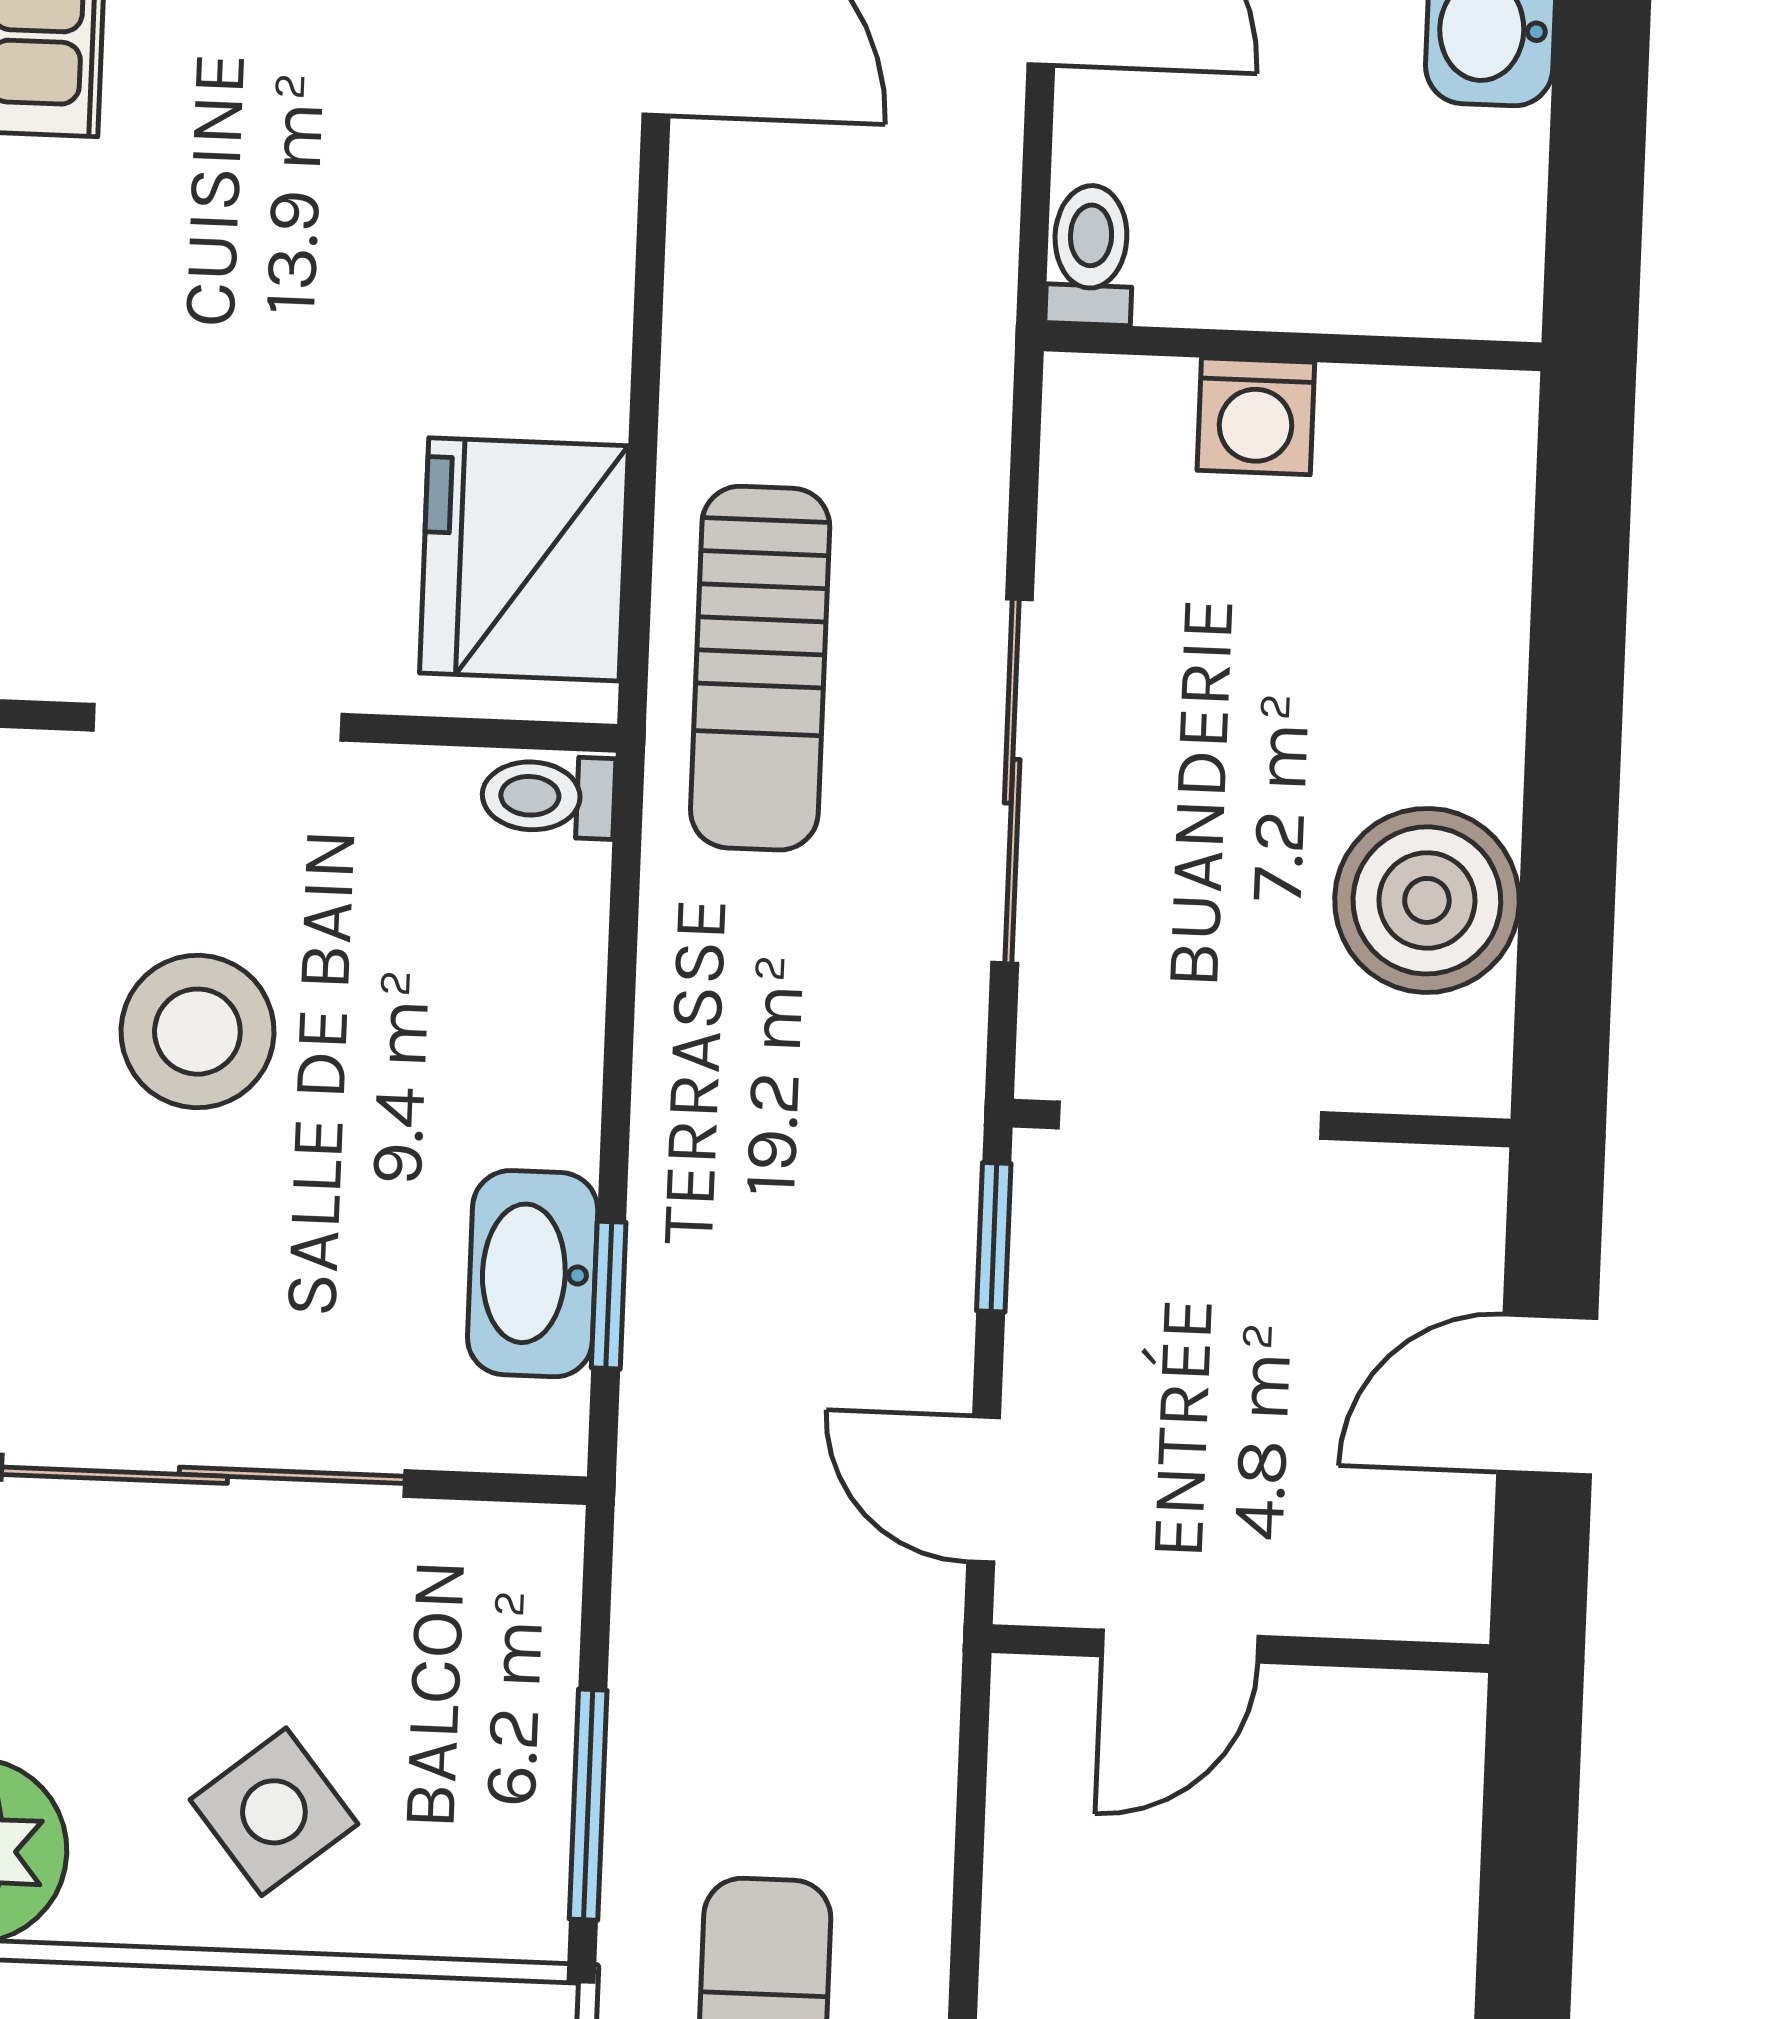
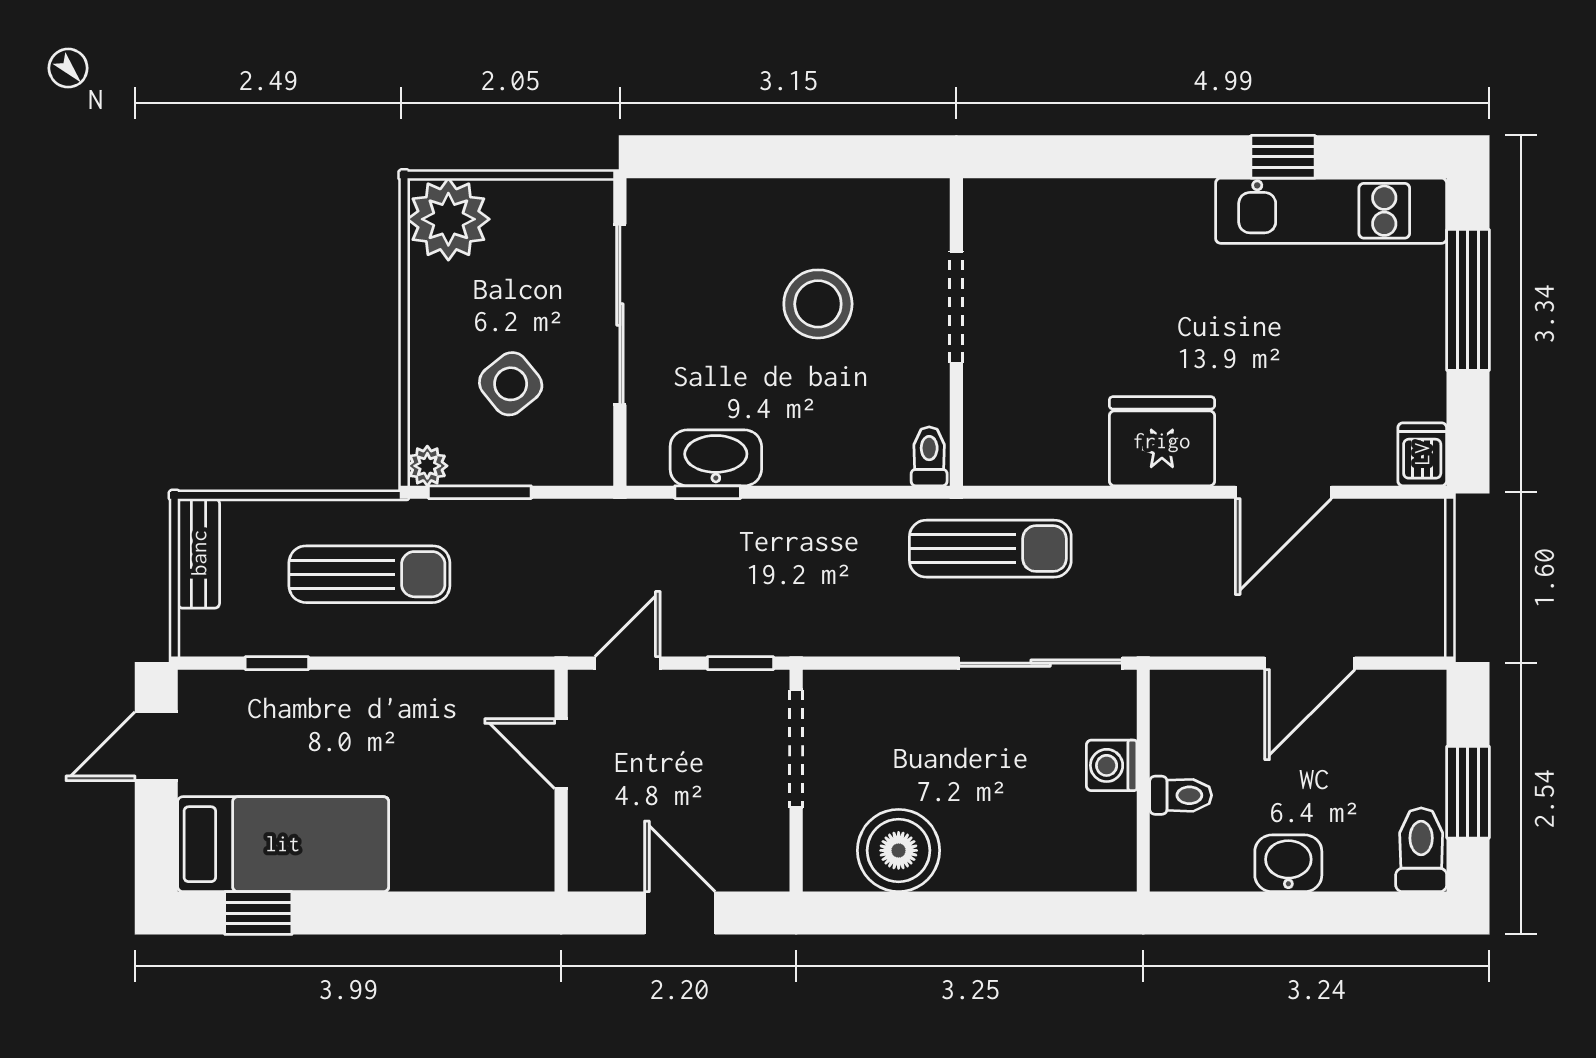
toilet: (1090, 255) -> (1181, 795), moved
fridge: (524, 559) -> (1162, 441), moved
sun lounger: (760, 668) -> (990, 549), turned 180
sliding door: (1012, 781) -> (1041, 663), moved
side table: (274, 1812) -> (511, 384), moved
plant: (525, 1920) -> (427, 466), added

